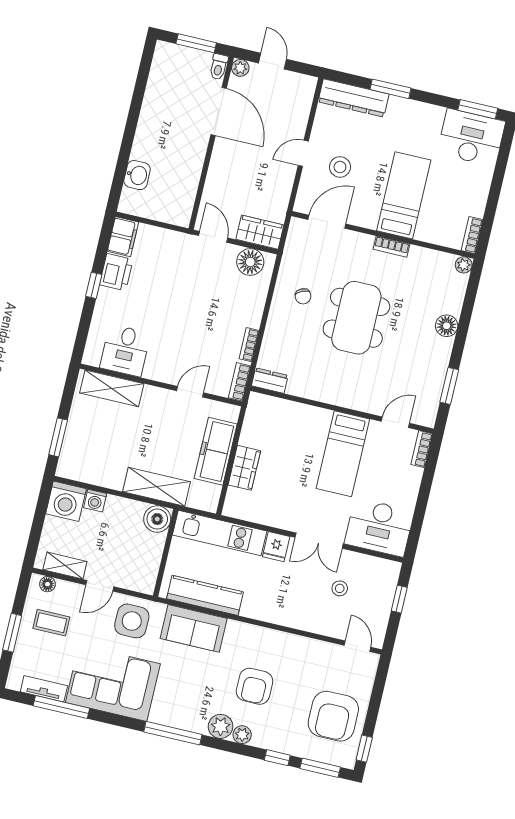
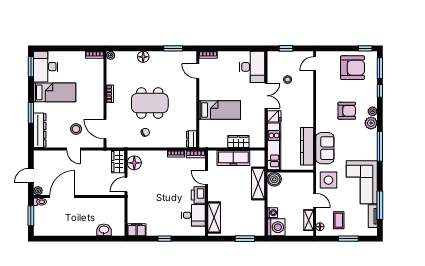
bed: (404, 195) -> (55, 92), moved, turned 180
printer: (116, 272) -> (198, 195), moved, turned -90
bed: (343, 454) -> (220, 110), moved

